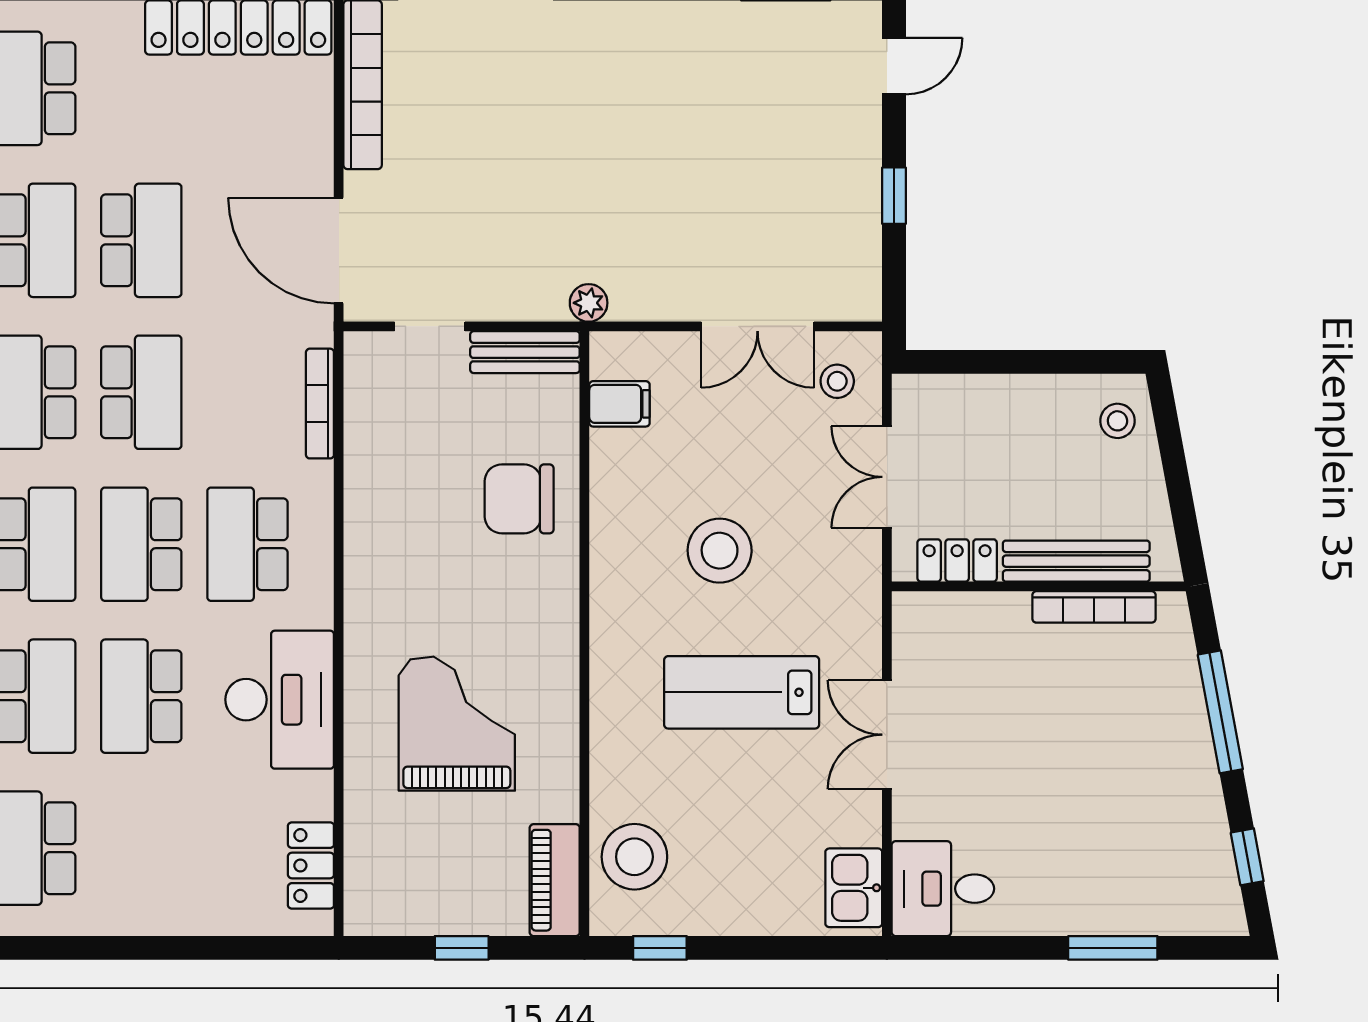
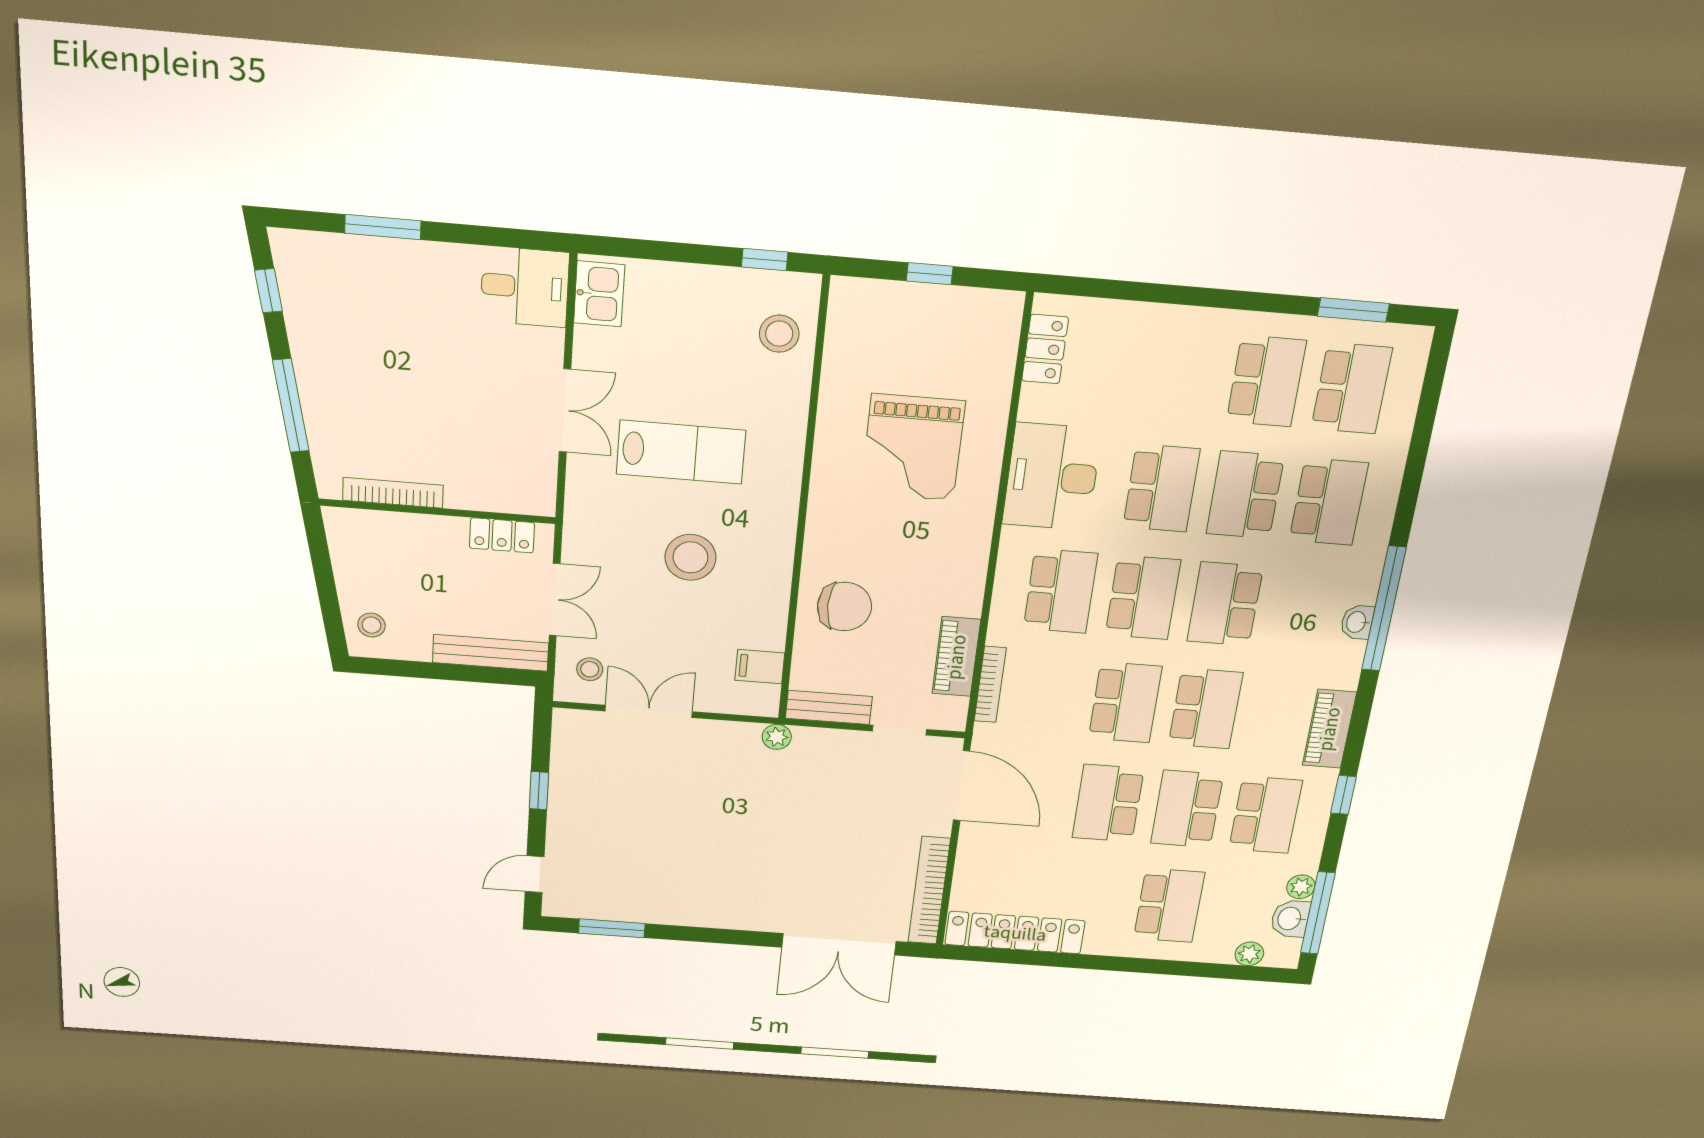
school desk: (141, 392) -> (1125, 702), turned 180
bench: (1076, 561) -> (491, 653), moved
stool: (634, 857) -> (779, 334), width x0.73, depth x0.73
piano: (555, 880) -> (956, 657), moved, turned 180

